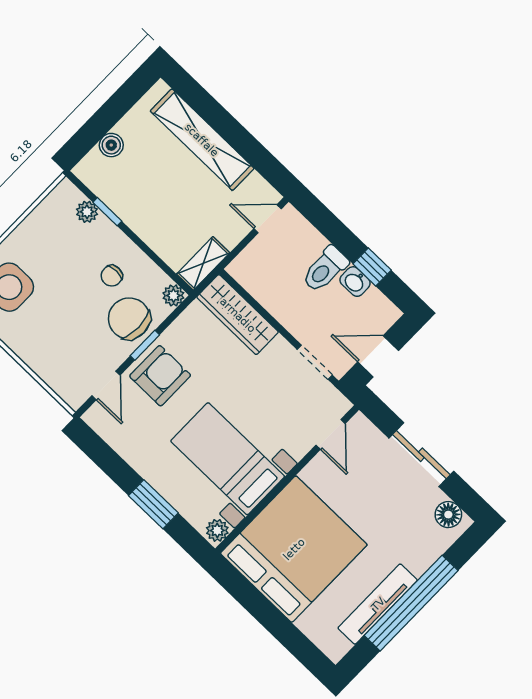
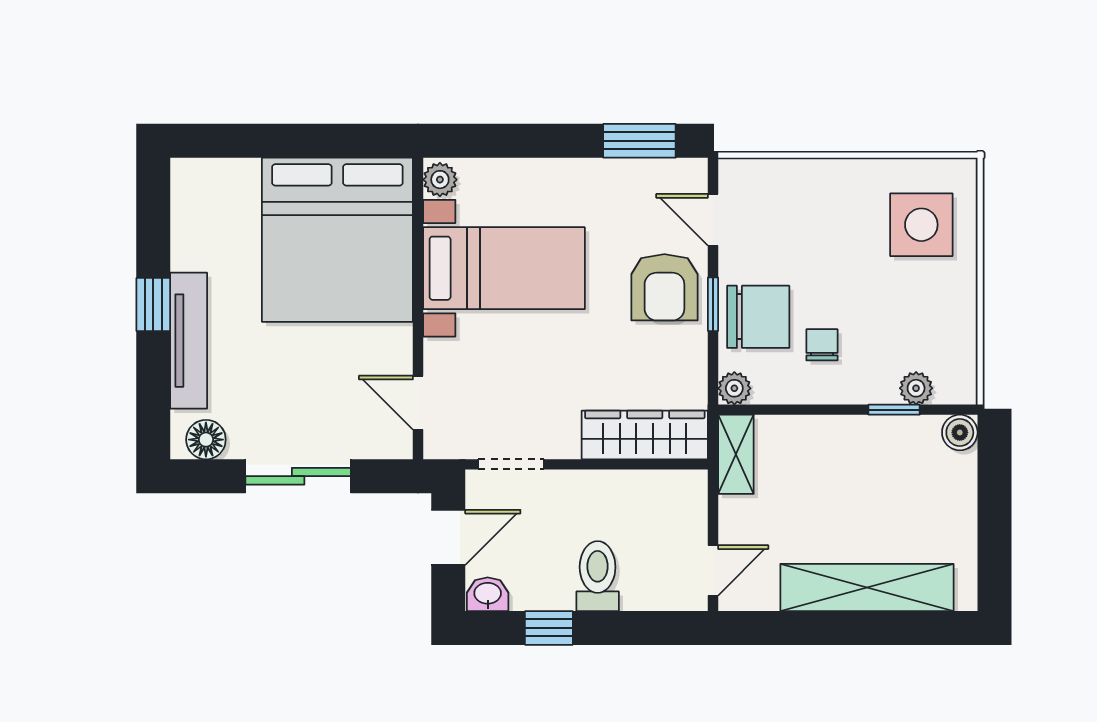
boiler: (111, 145) -> (960, 432), moved
washbasin: (355, 282) -> (488, 594), moved
window: (153, 504) -> (639, 141), moved
window: (411, 603) -> (153, 305), width x0.32
tv unit: (378, 604) -> (189, 341), moved

